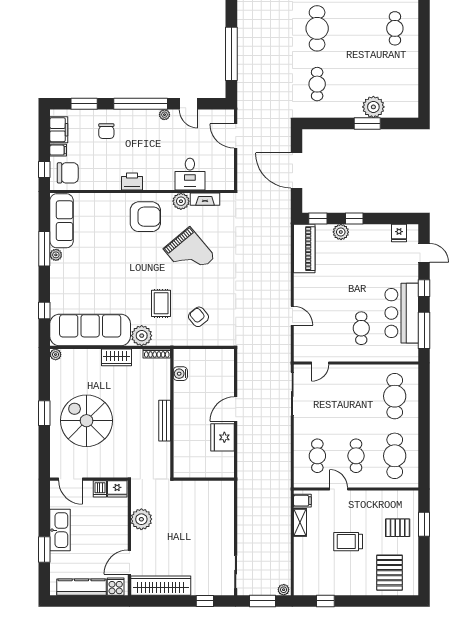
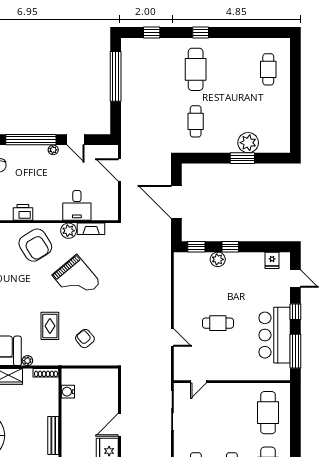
window: (231, 54) -> (116, 76), moved
armchair: (145, 217) -> (35, 245), turned 58
piano: (304, 249) -> (184, 275), removed
cafe table: (361, 328) -> (218, 323), moved, turned 90
plant: (142, 336) -> (27, 361), width x0.53, depth x0.53

